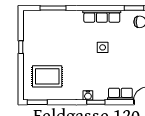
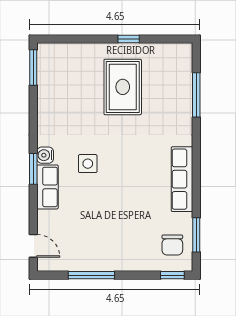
side table: (103, 47) -> (88, 164), moved
rug: (47, 76) -> (123, 87), moved
row of seats: (120, 94) -> (47, 187), moved

